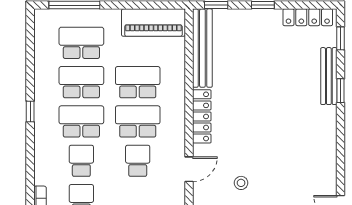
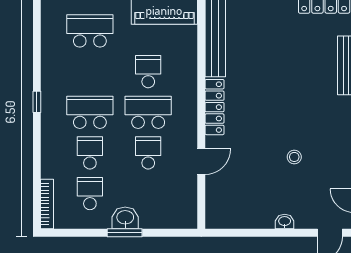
school desk: (81, 82) -> (90, 72), removed
school desk: (138, 82) -> (148, 72), width x0.54
stool: (241, 183) -> (294, 157), moved

